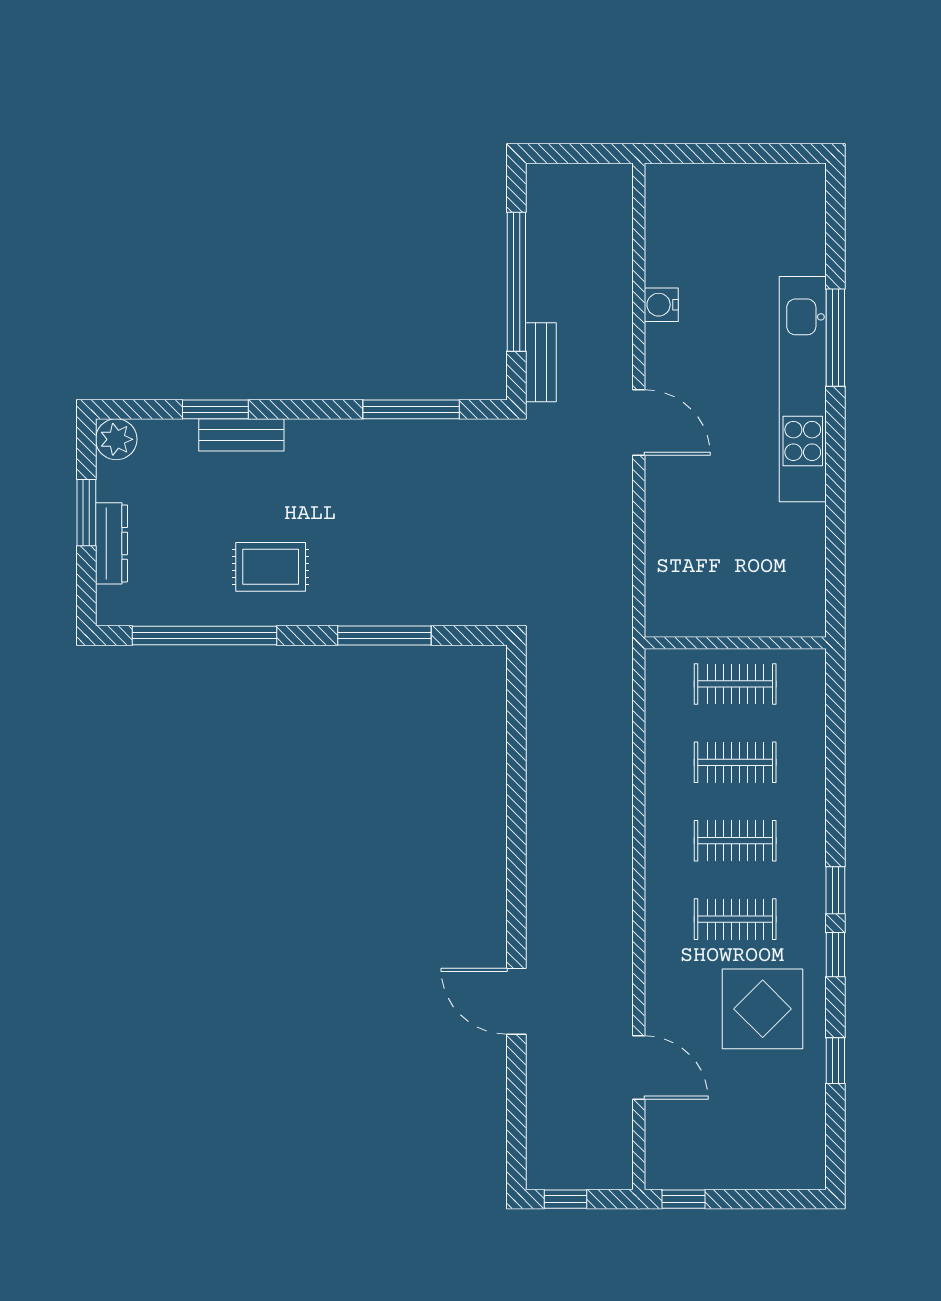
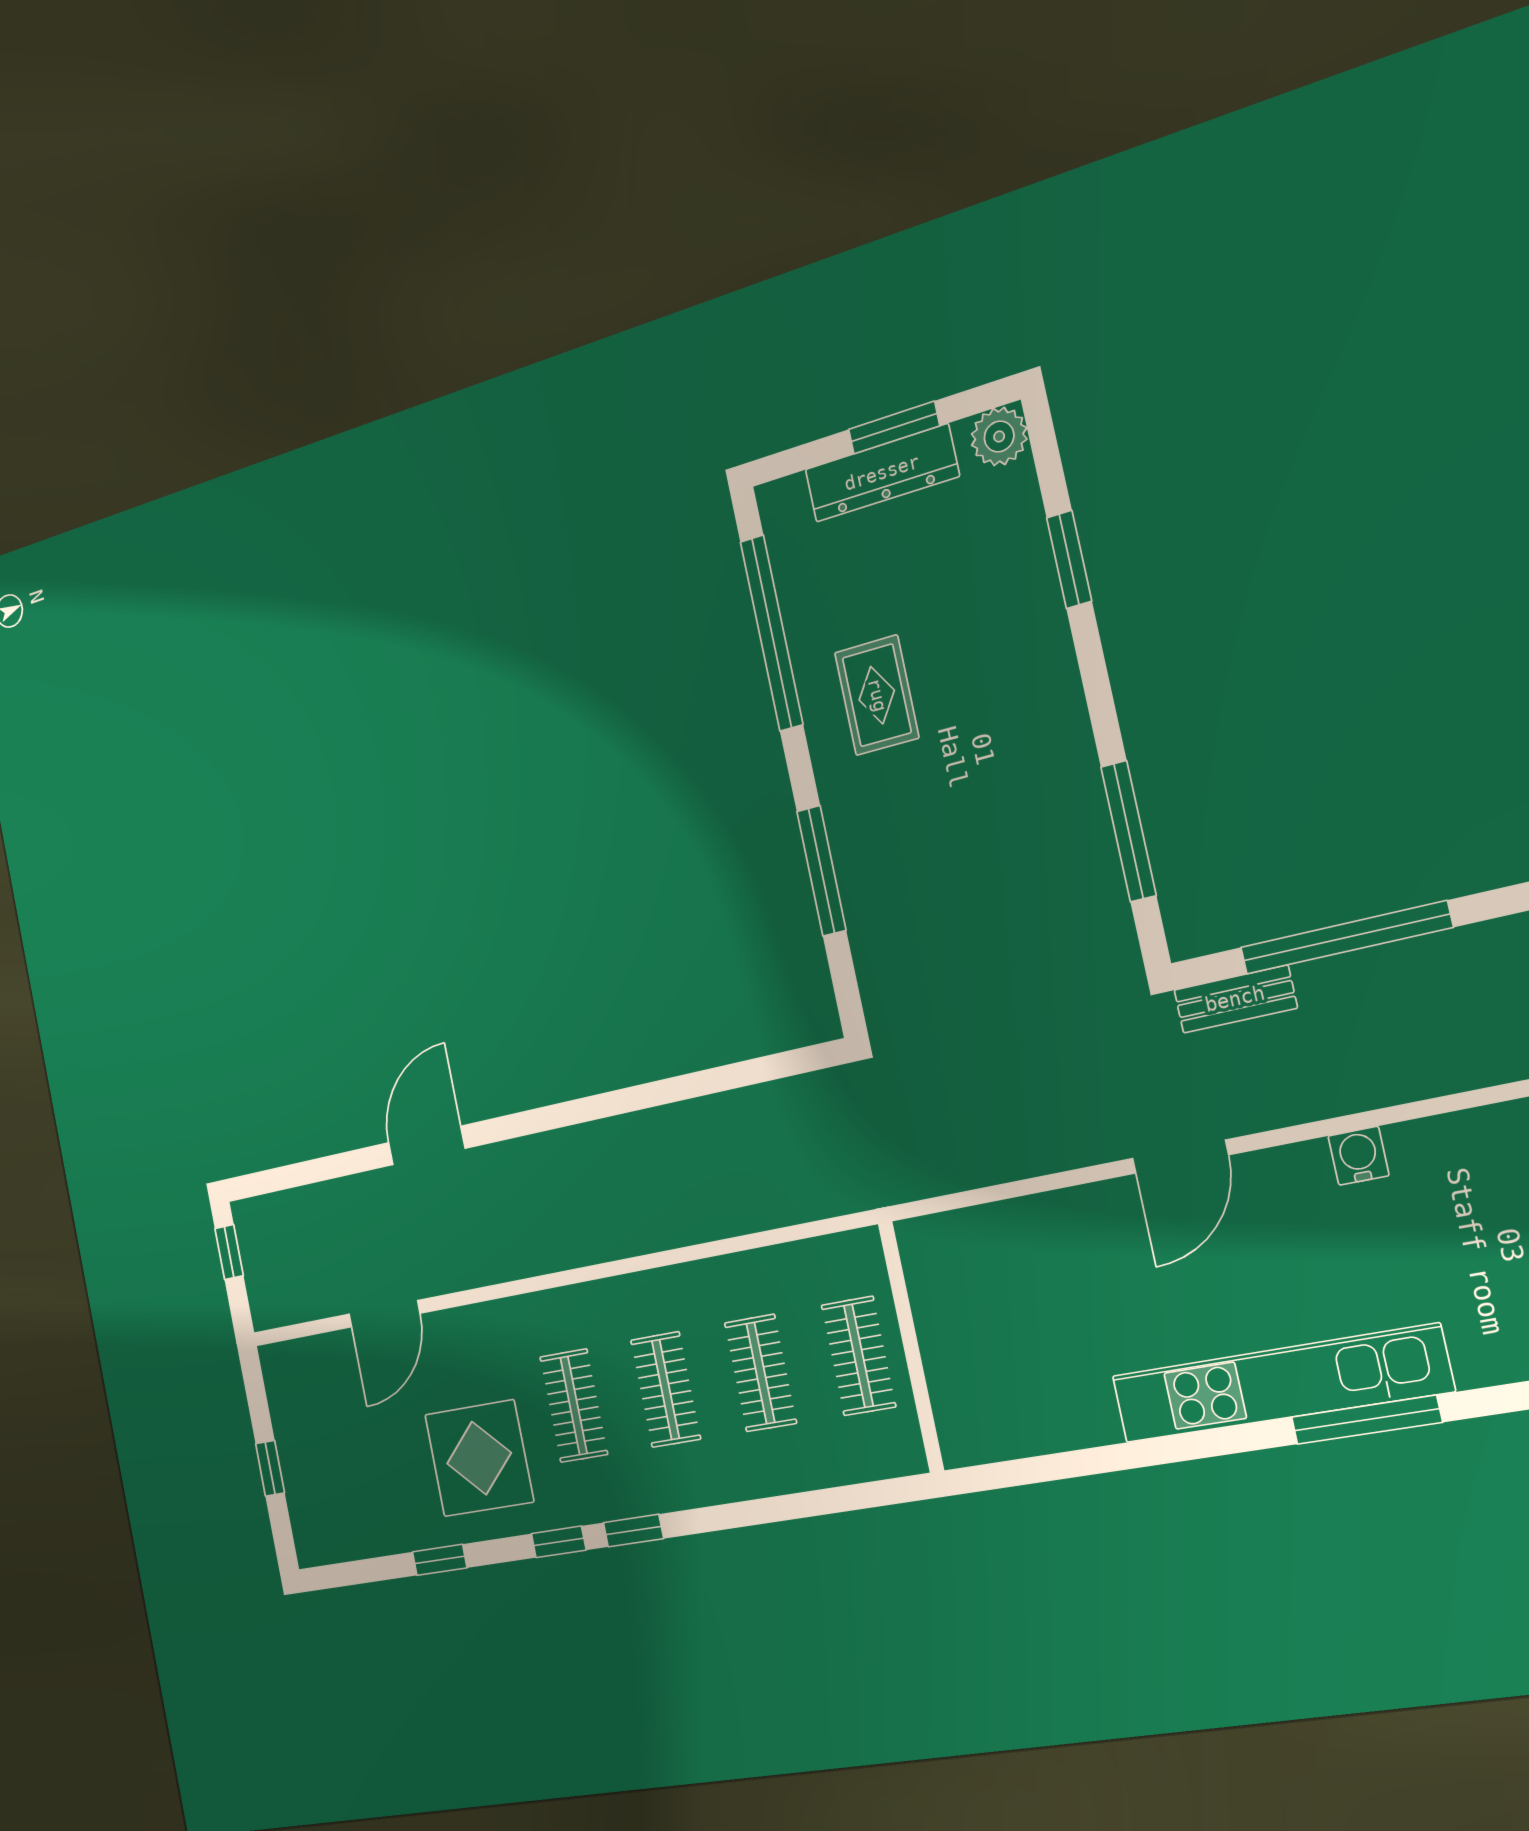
bench: (241, 435) -> (1042, 606), removed
dresser: (112, 543) -> (882, 473), width x1.37, depth x1.24
window: (683, 1199) -> (270, 1468), moved

